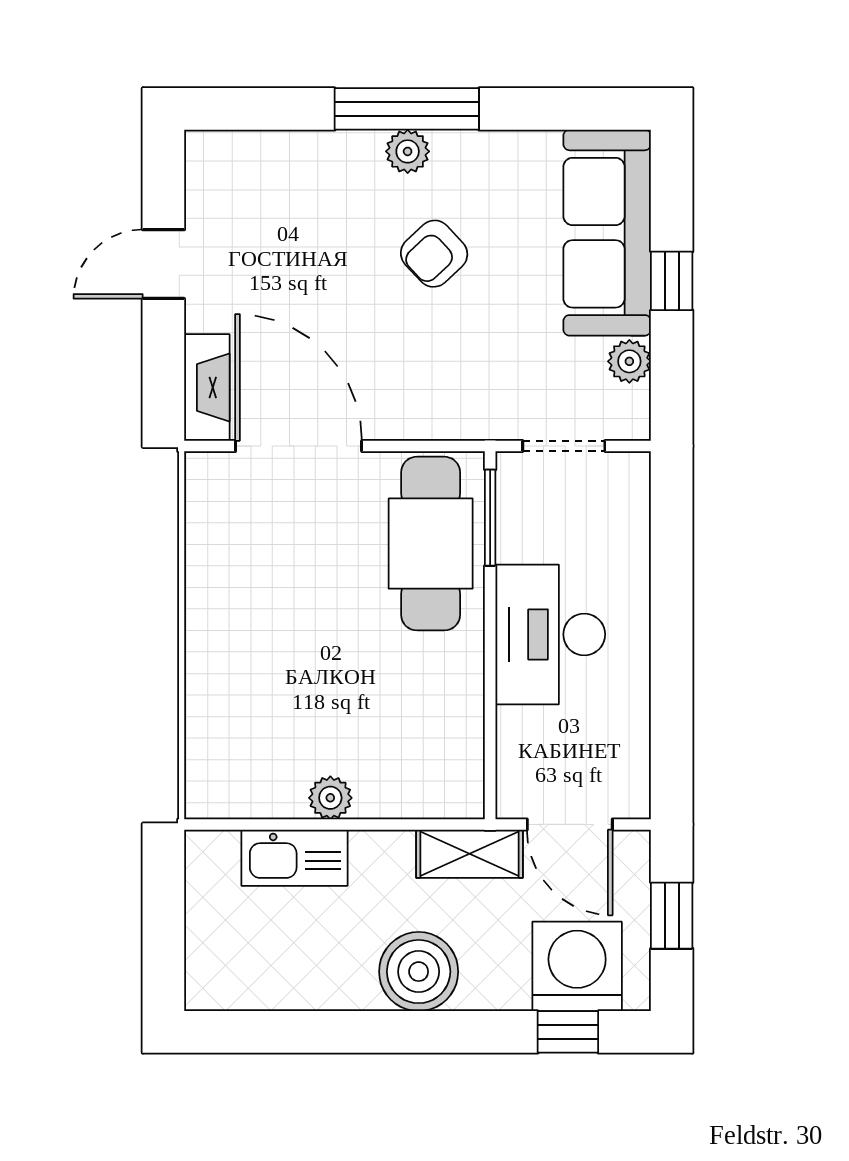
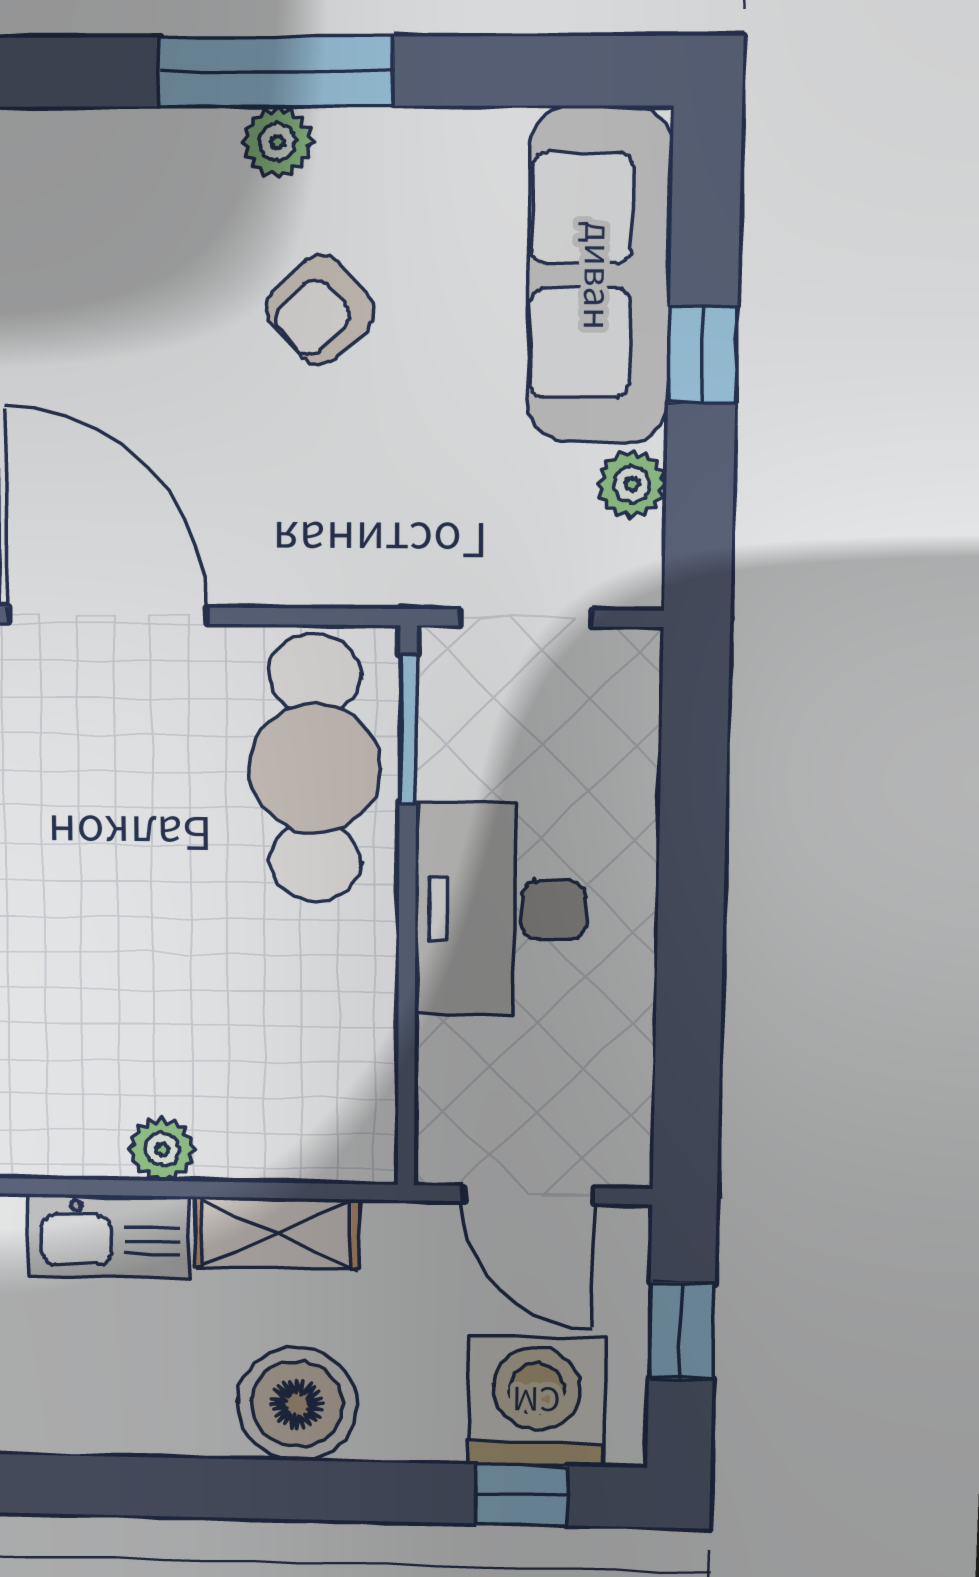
shelving: (470, 854) -> (276, 1233), moved

